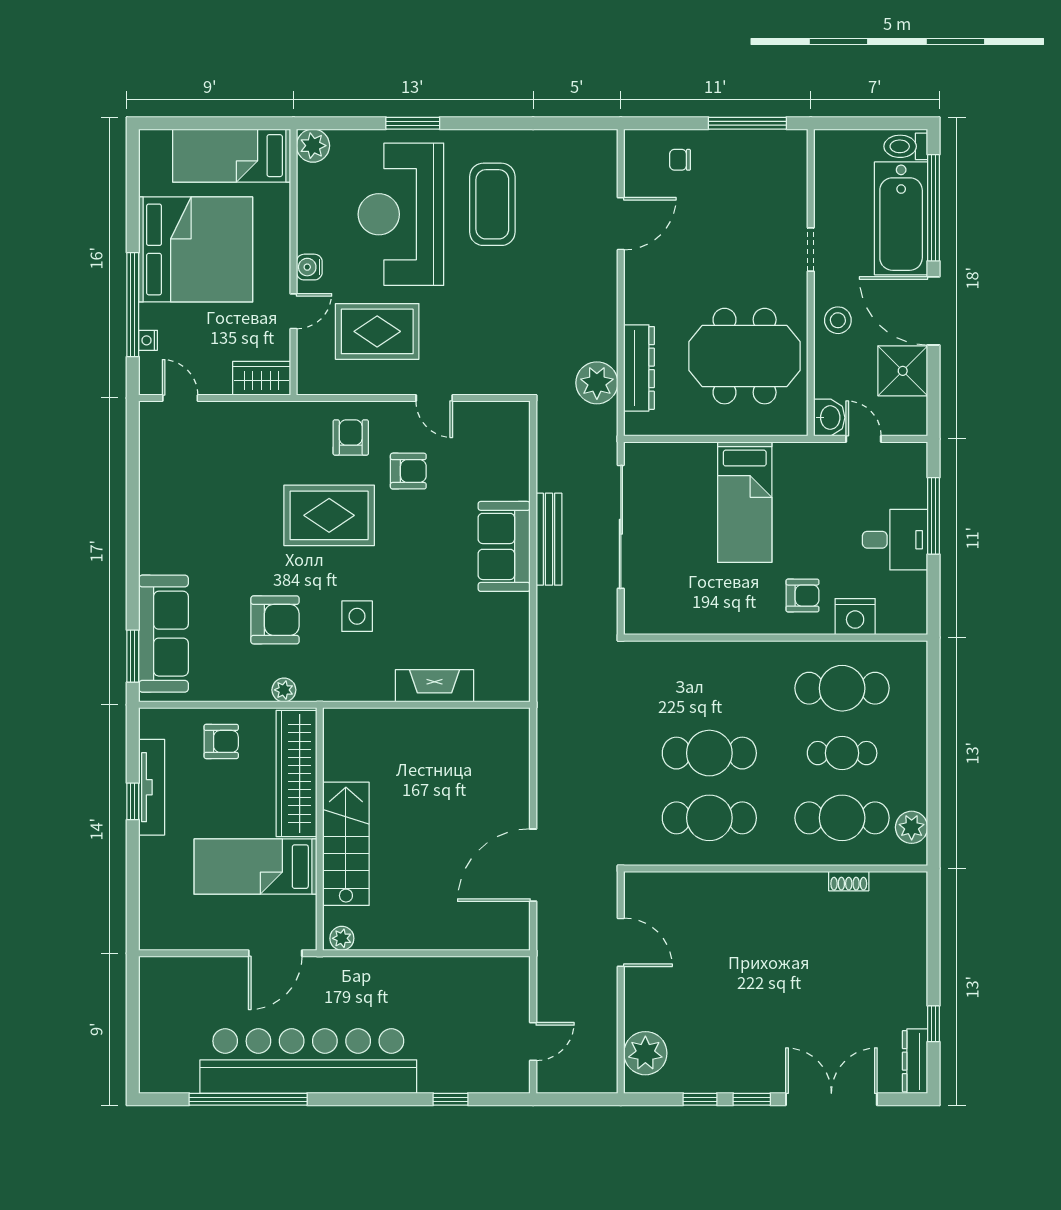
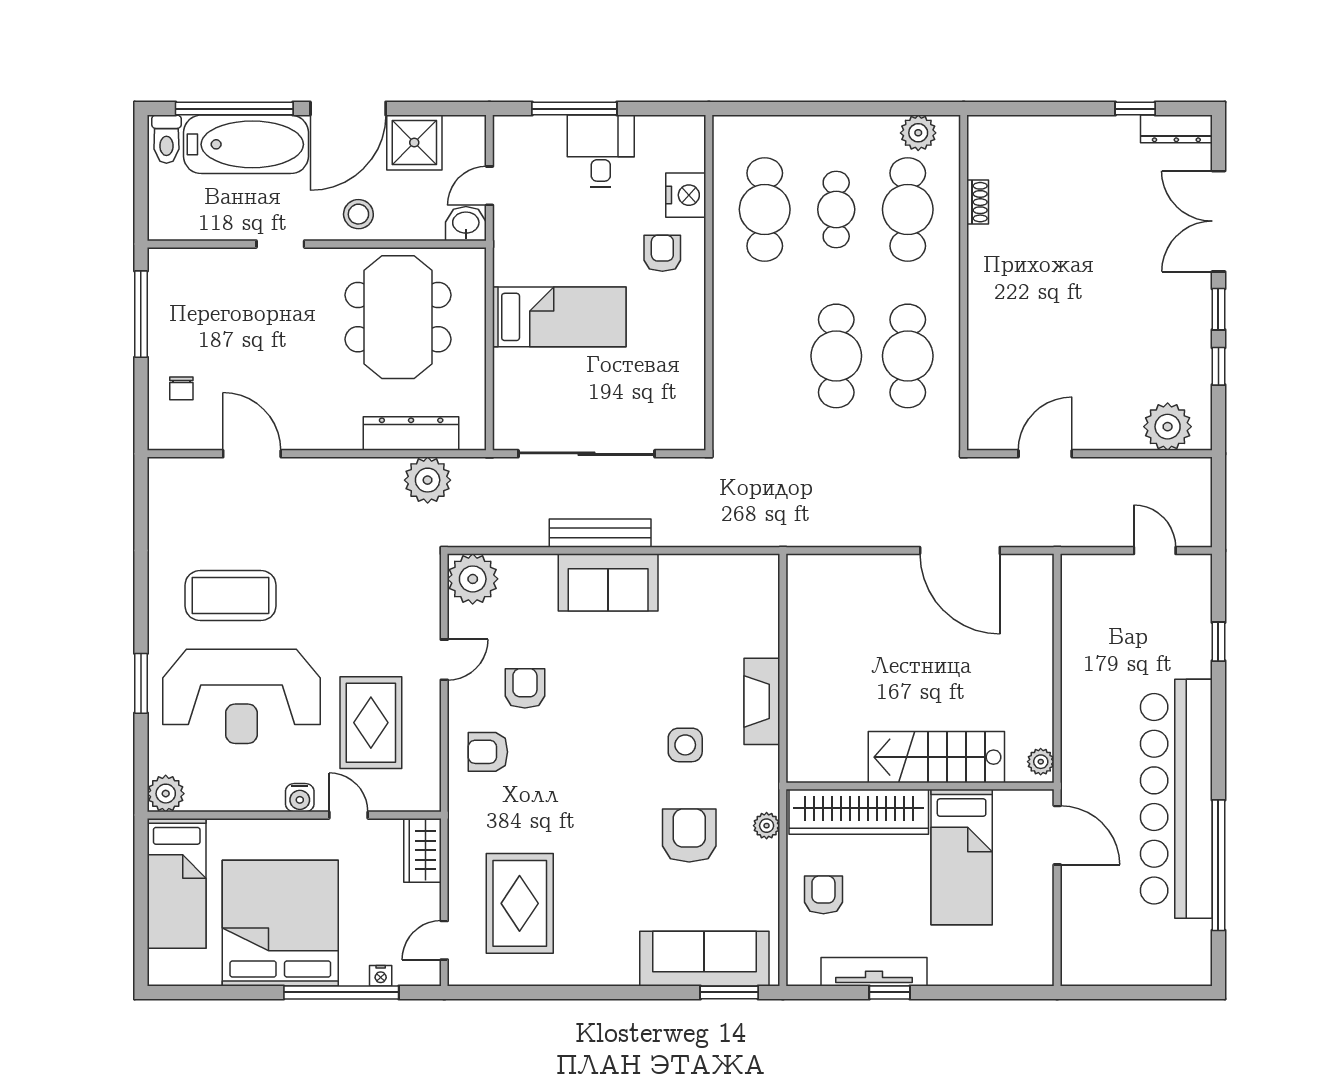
plant: (507, 424) -> (473, 579), added
rug: (329, 515) -> (520, 903), moved
fireplace: (435, 686) -> (762, 701), moved

